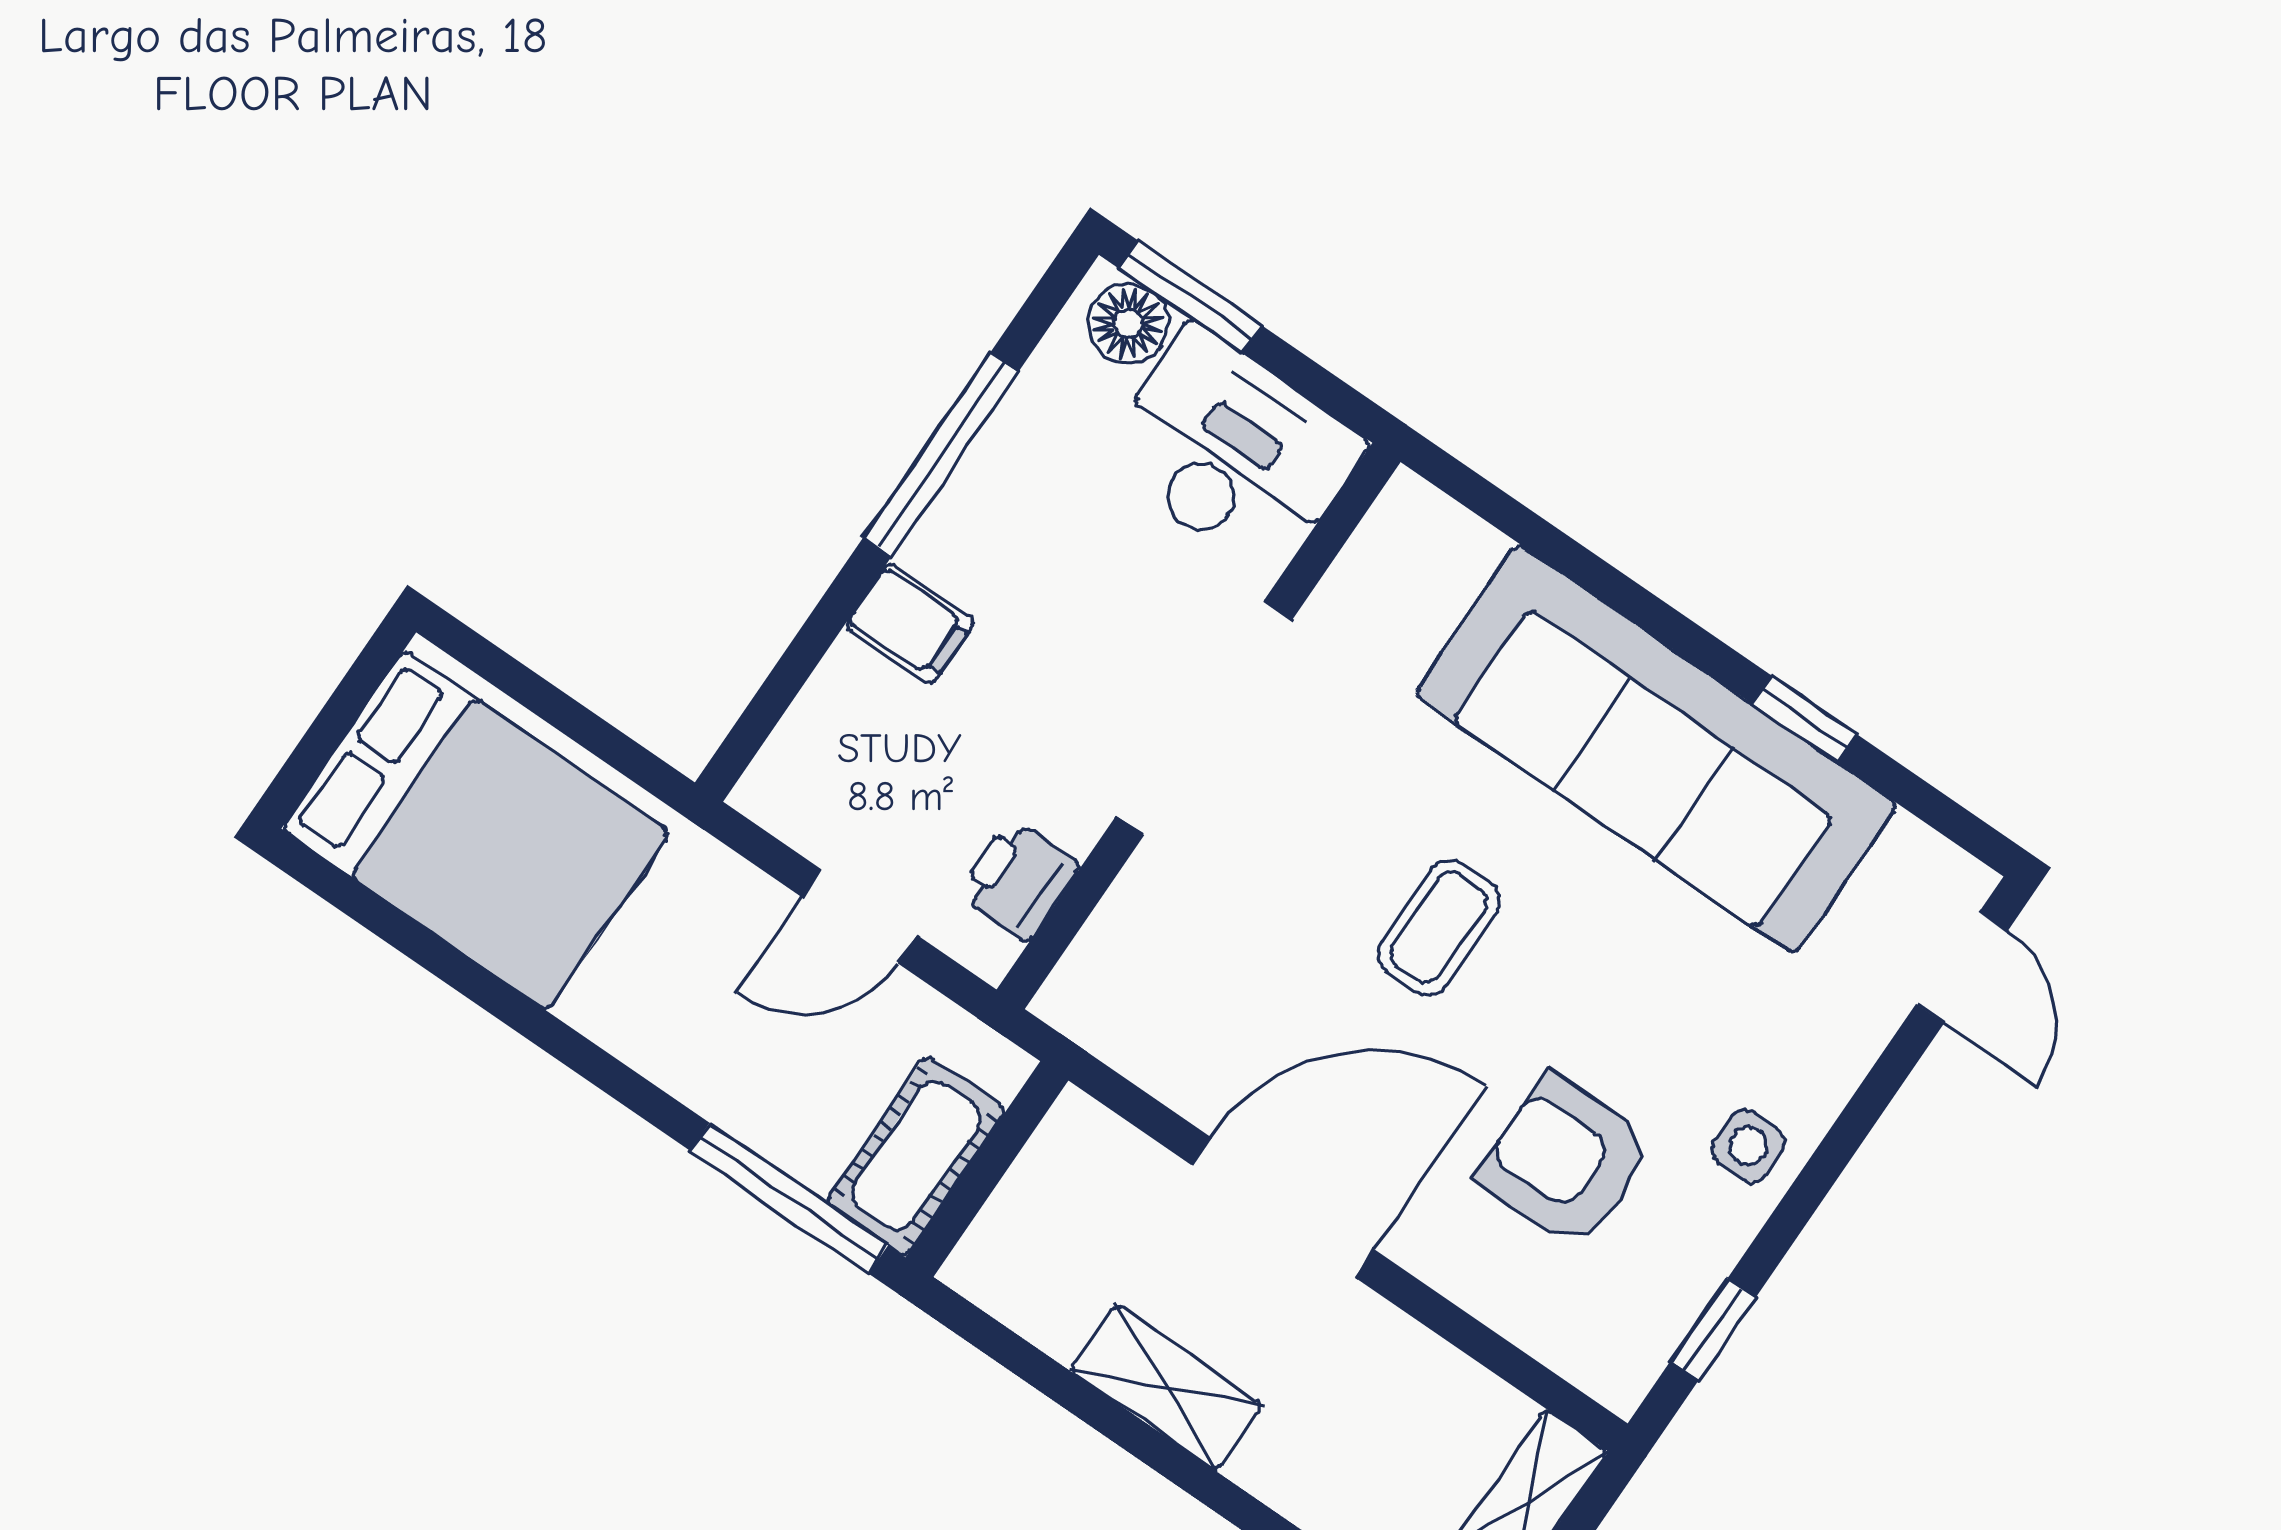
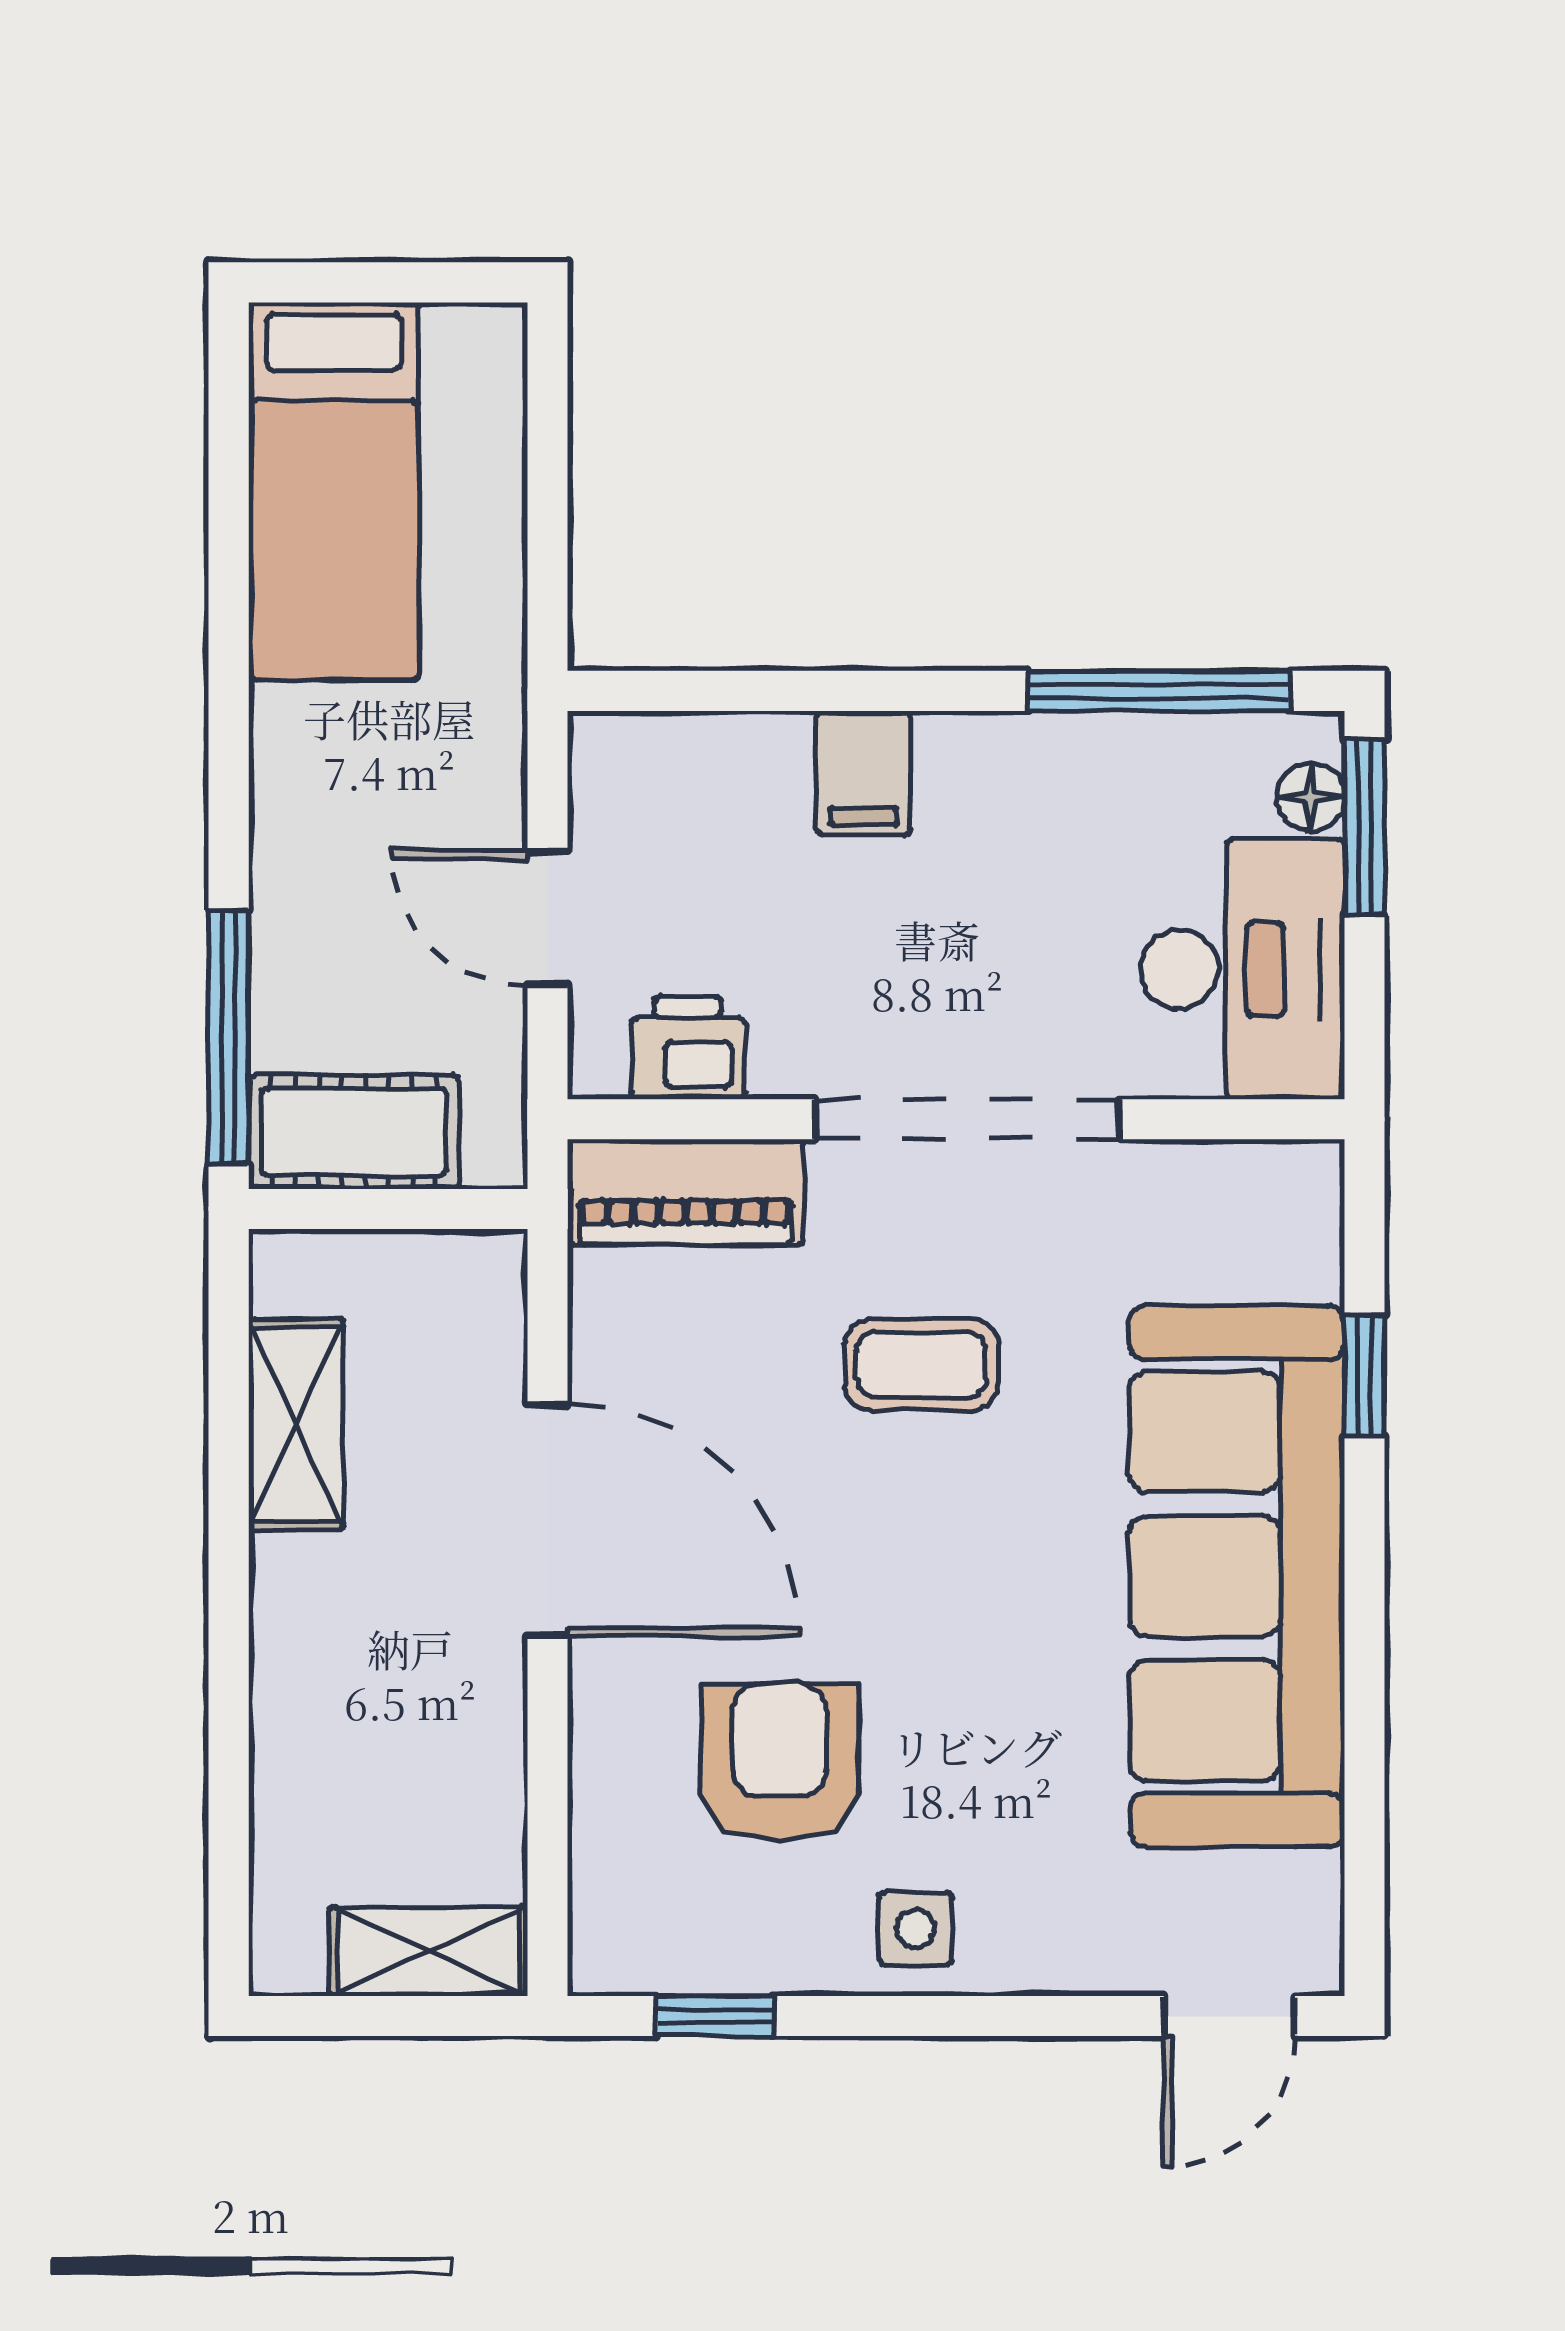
floor lamp: (1128, 323) -> (1311, 797), width x0.73, depth x0.73
window: (941, 455) -> (1159, 691), moved
window: (1805, 719) -> (1365, 1376), moved
bed: (476, 830) -> (334, 491), width x0.67
coffee table: (1439, 927) -> (921, 1365), moved
piano: (1119, 951) -> (685, 1192), added
shelving: (1166, 1388) -> (296, 1424), moved

